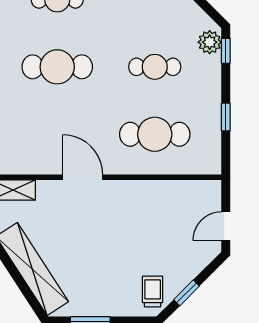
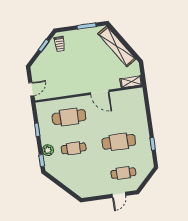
plant: (210, 42) -> (48, 150), moved
door: (226, 226) -> (31, 89), moved

